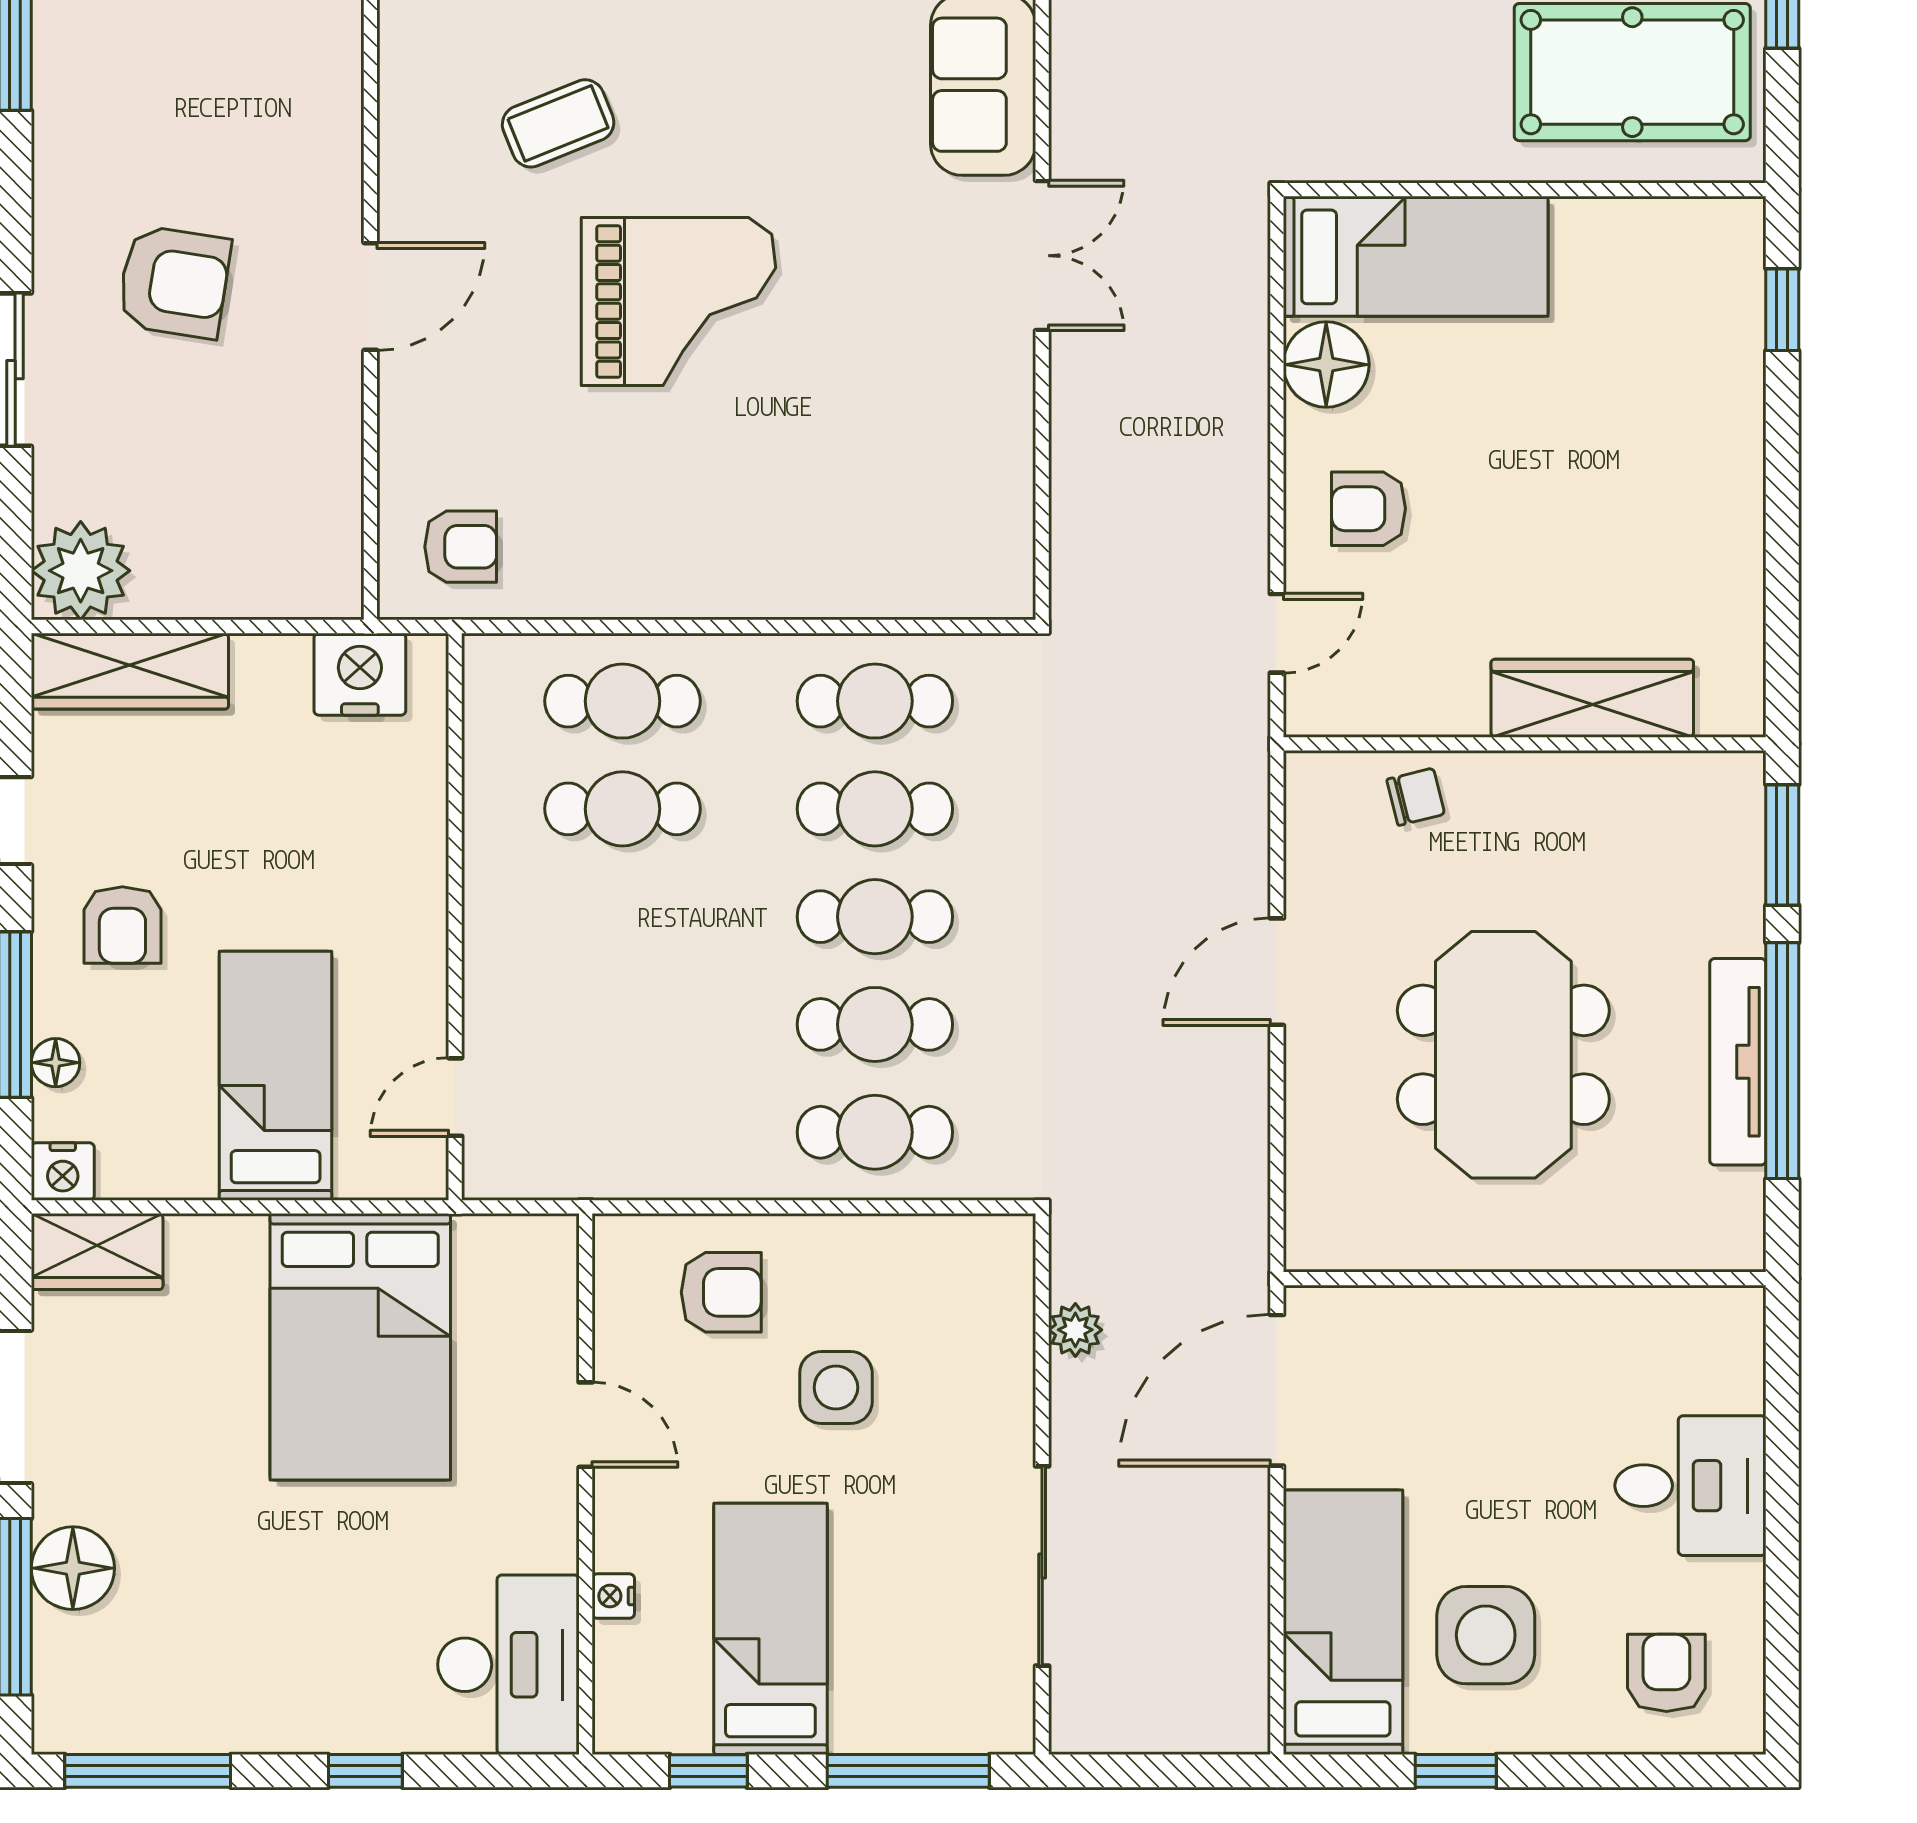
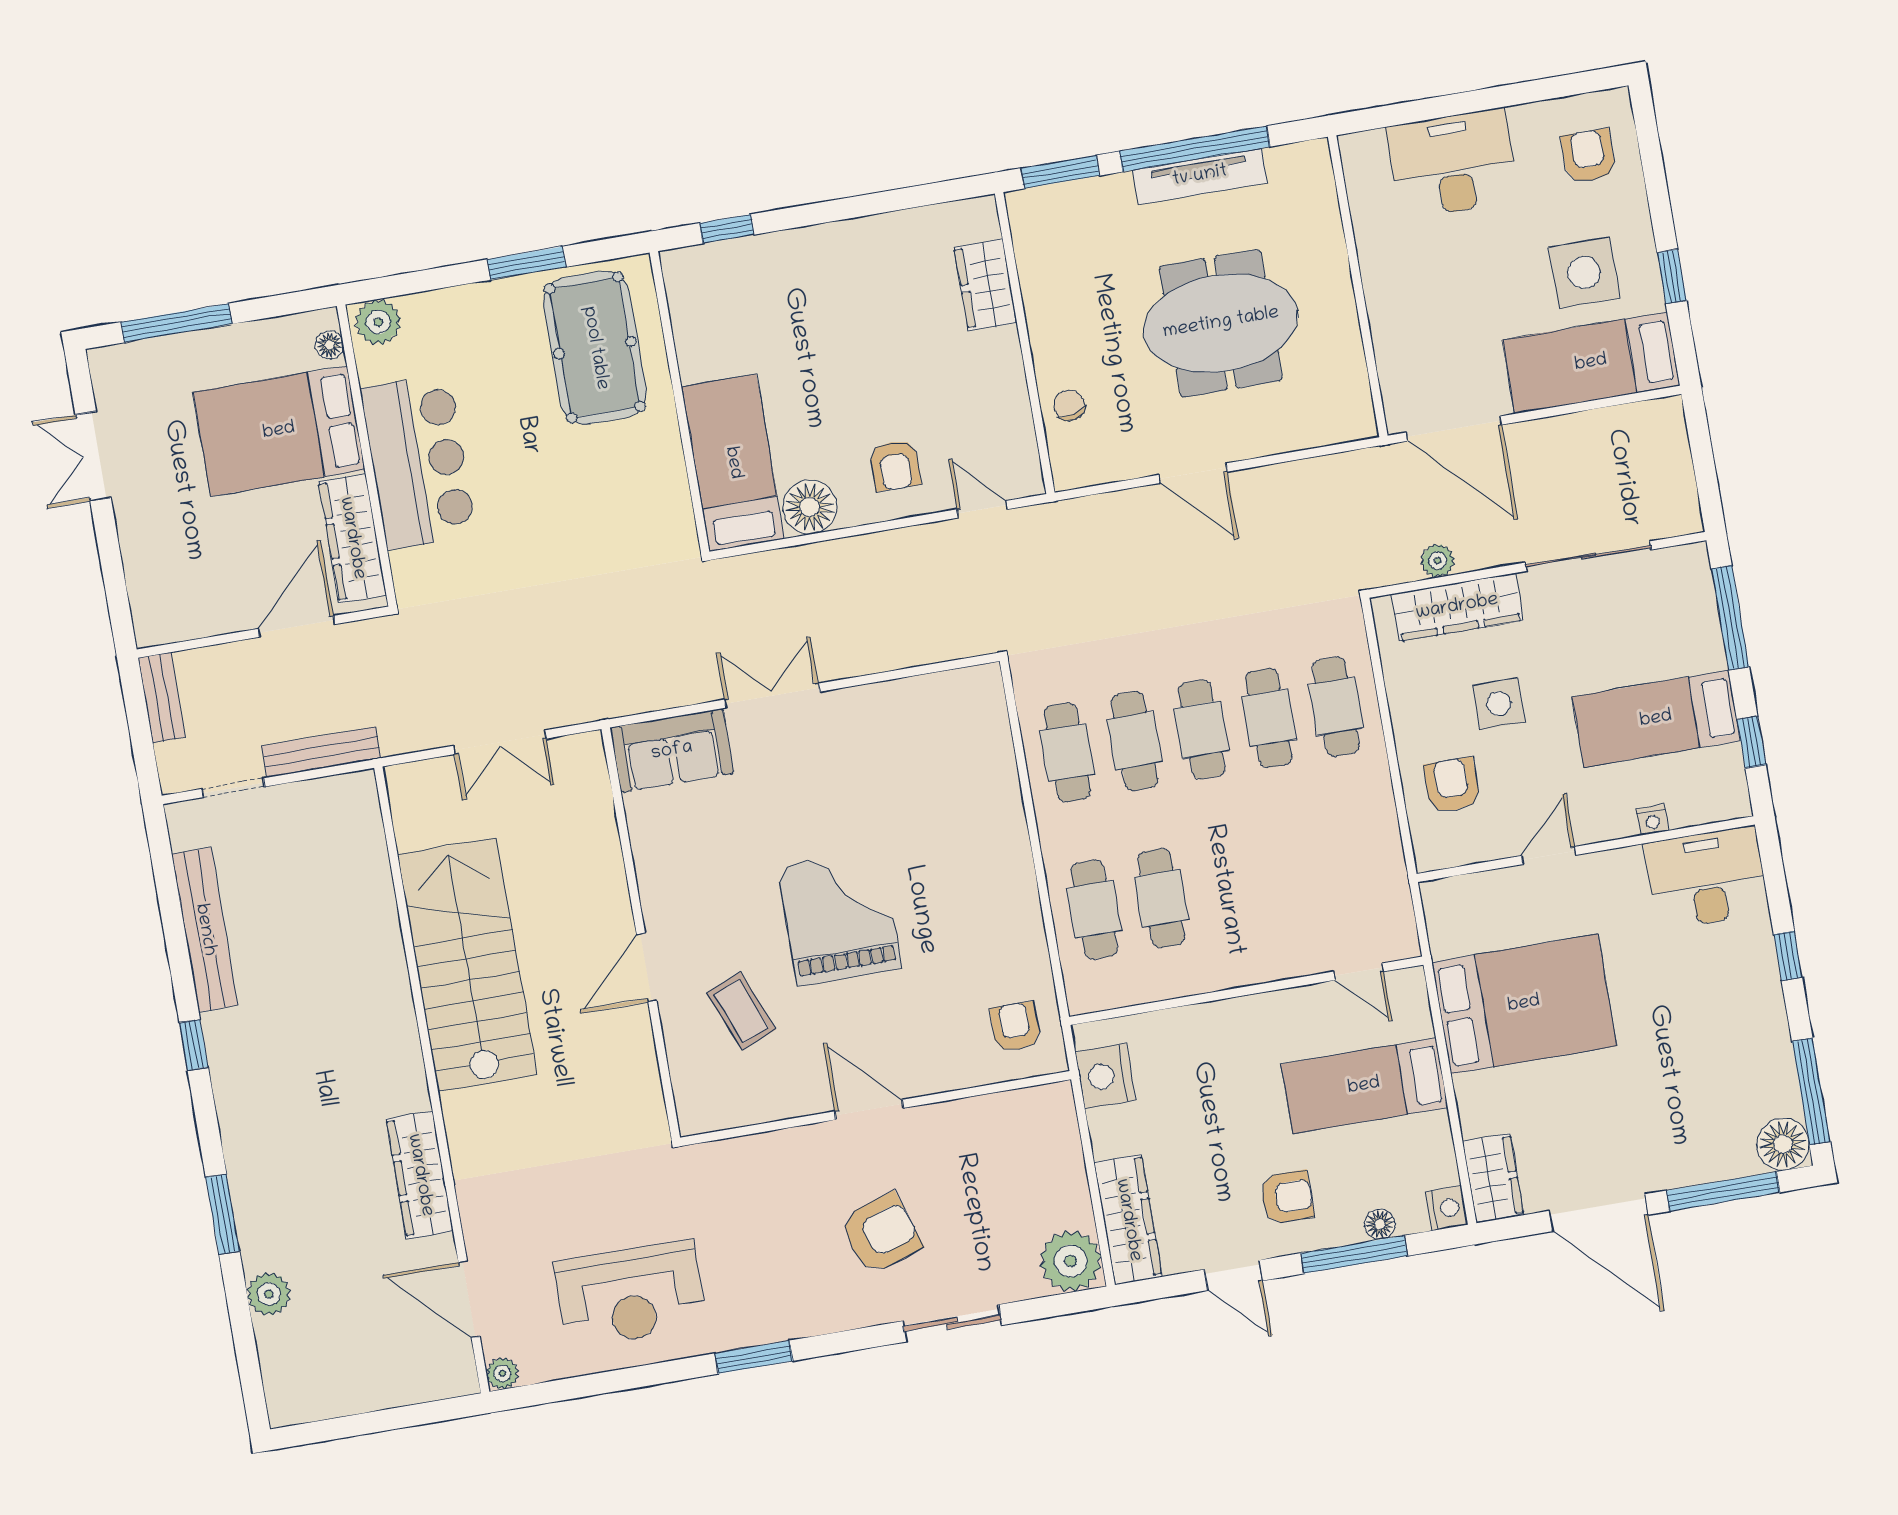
armchair: (174, 282) -> (881, 1234), turned 63
wardrobe: (1592, 698) -> (986, 285), width x0.67
wardrobe: (997, 1348) -> (1457, 607), added
desk: (1690, 1486) -> (1453, 164), width x1.37
floor lamp: (73, 1568) -> (1783, 1144), moved
armchair: (1666, 1673) -> (1588, 156), turned 90

